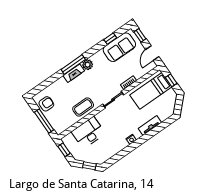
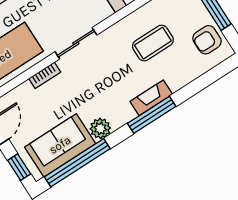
window: (110, 39) -> (77, 163), width x3.17
plant: (88, 65) -> (100, 128), moved
coffee table: (83, 107) -> (153, 43), moved

